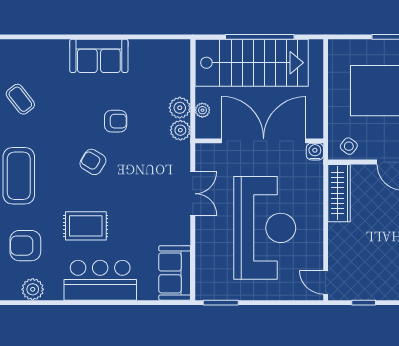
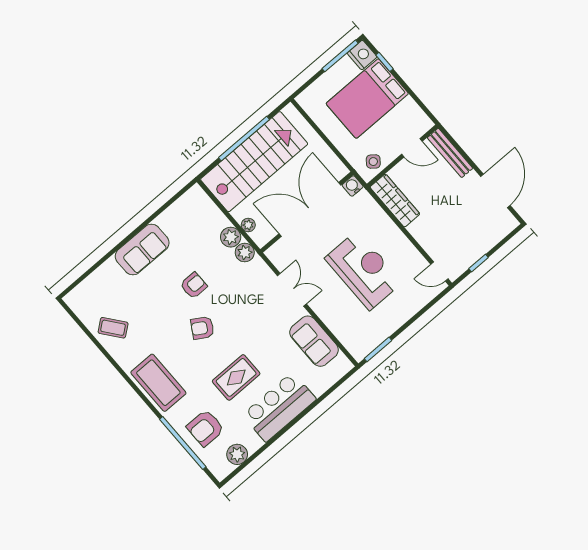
reception desk: (265, 228) -> (364, 270), width x0.74, depth x0.77
sofa: (175, 273) -> (314, 341), moved

